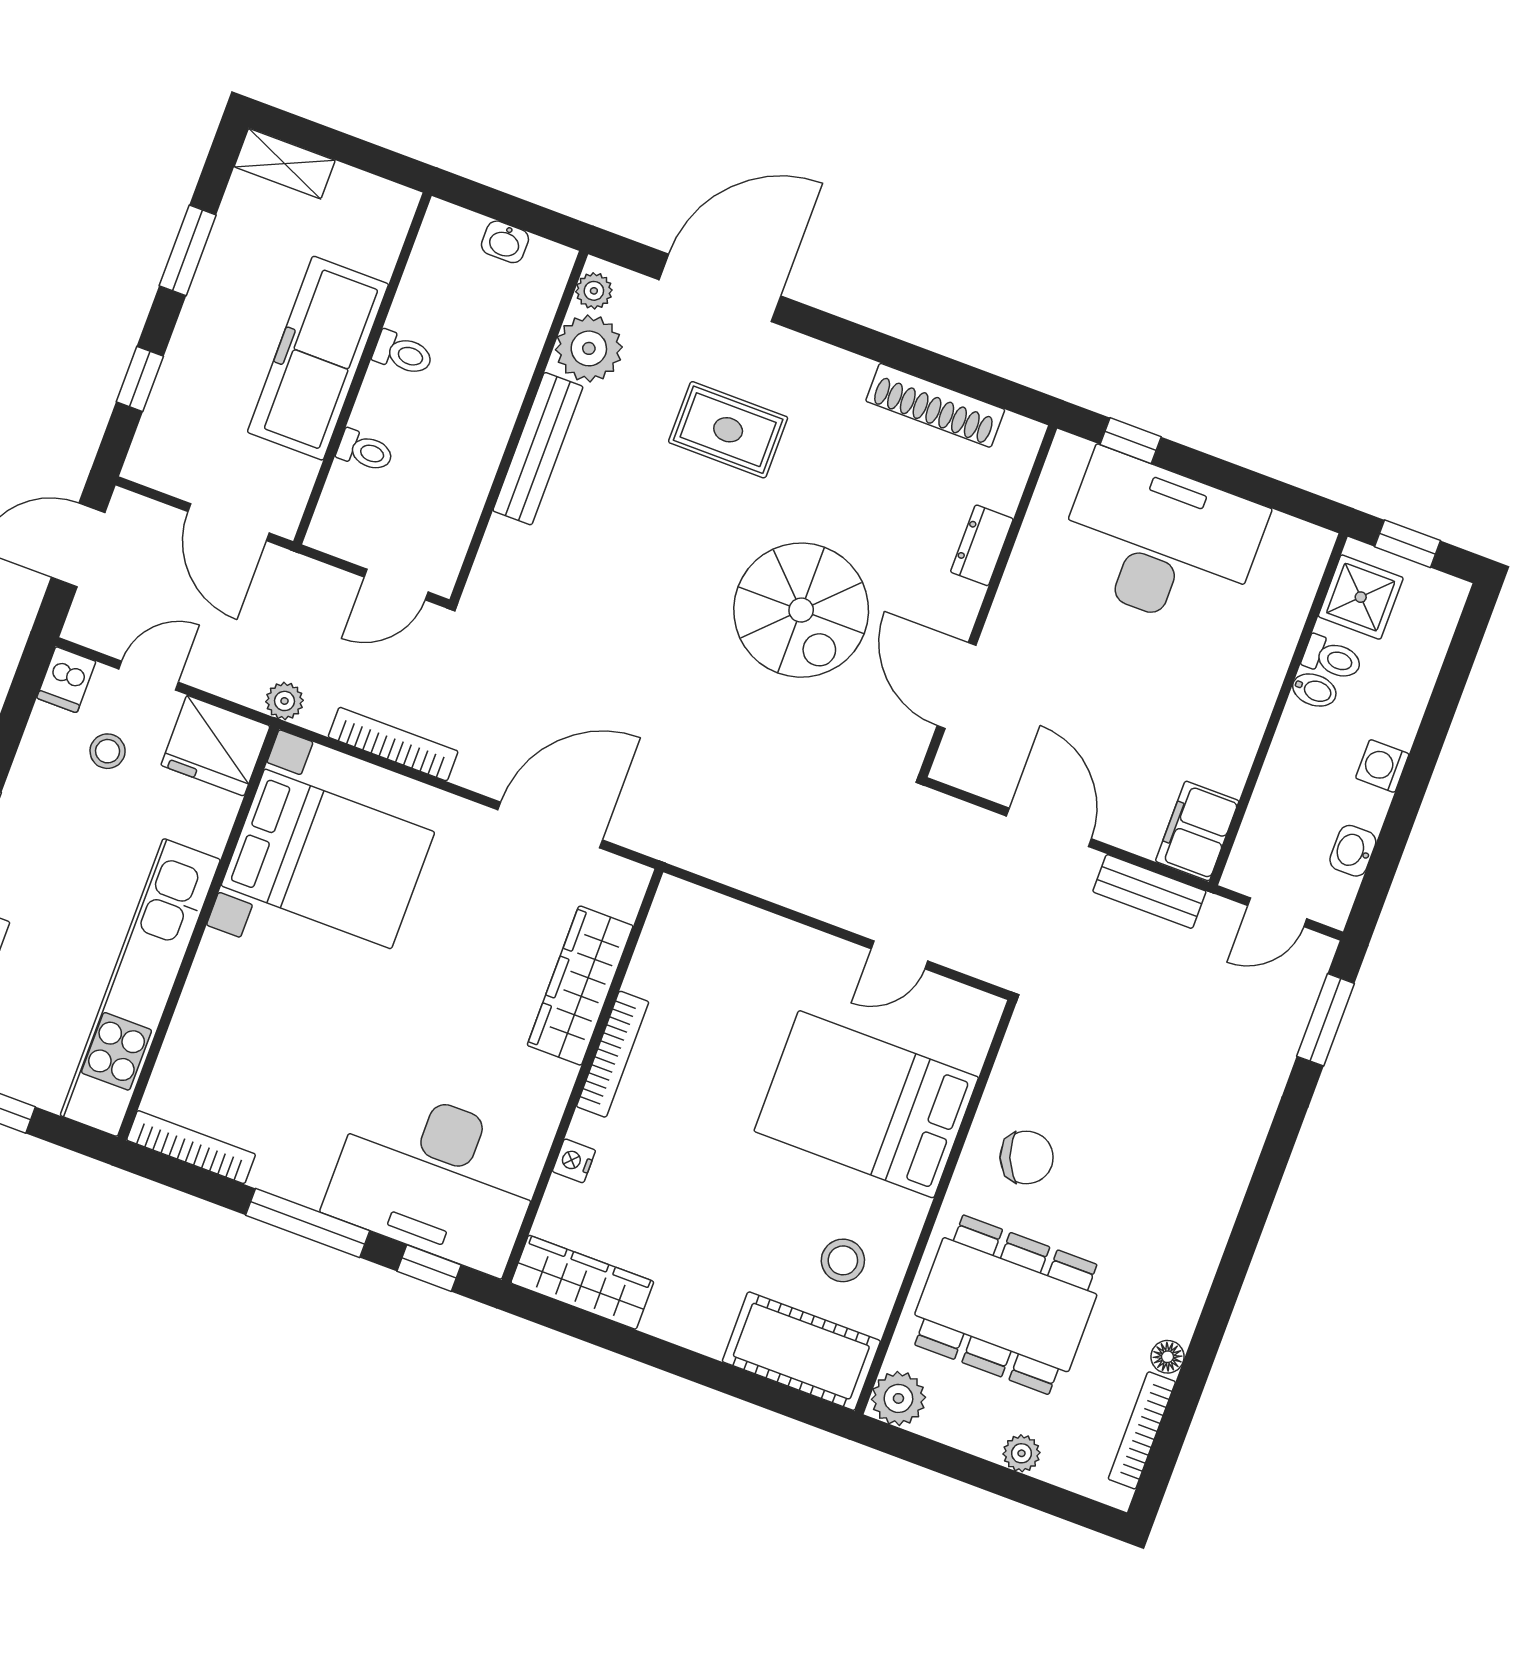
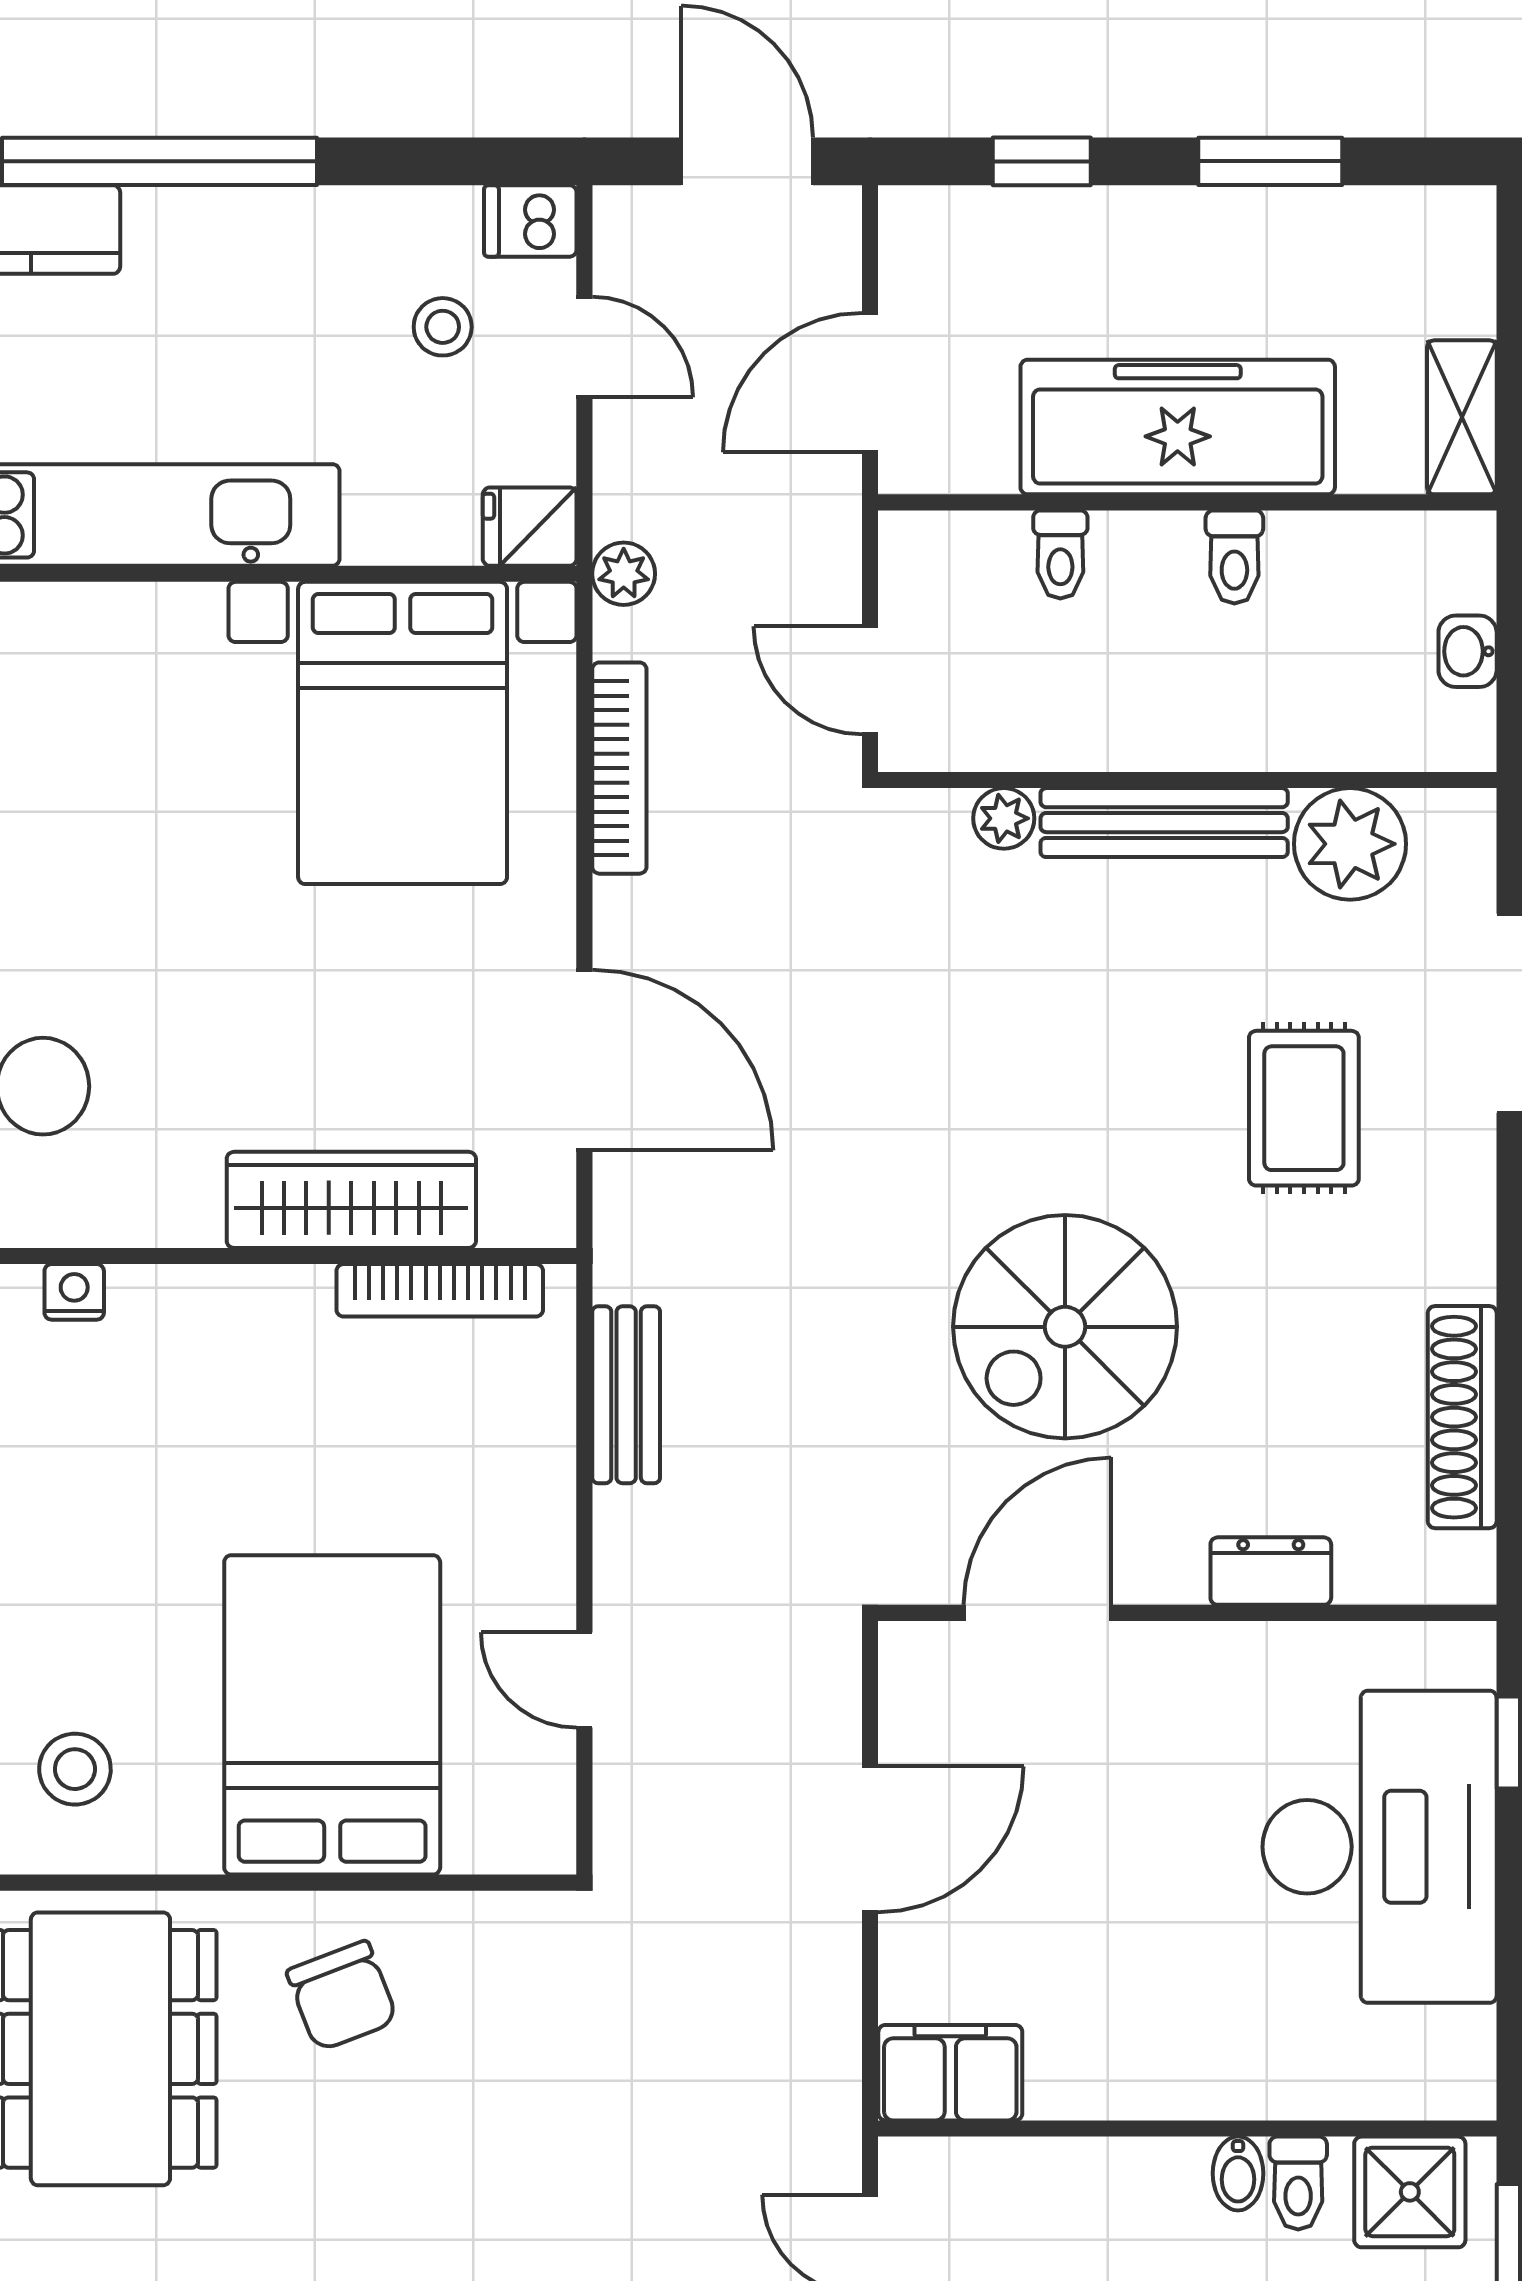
shelving: (285, 164) -> (1462, 417), moved
plant: (594, 291) -> (1004, 818), moved
fridge: (215, 746) -> (530, 527), width x0.53, depth x0.75
bench: (1149, 891) -> (626, 1395), moved
bookcase: (613, 1054) -> (440, 1290), moved

